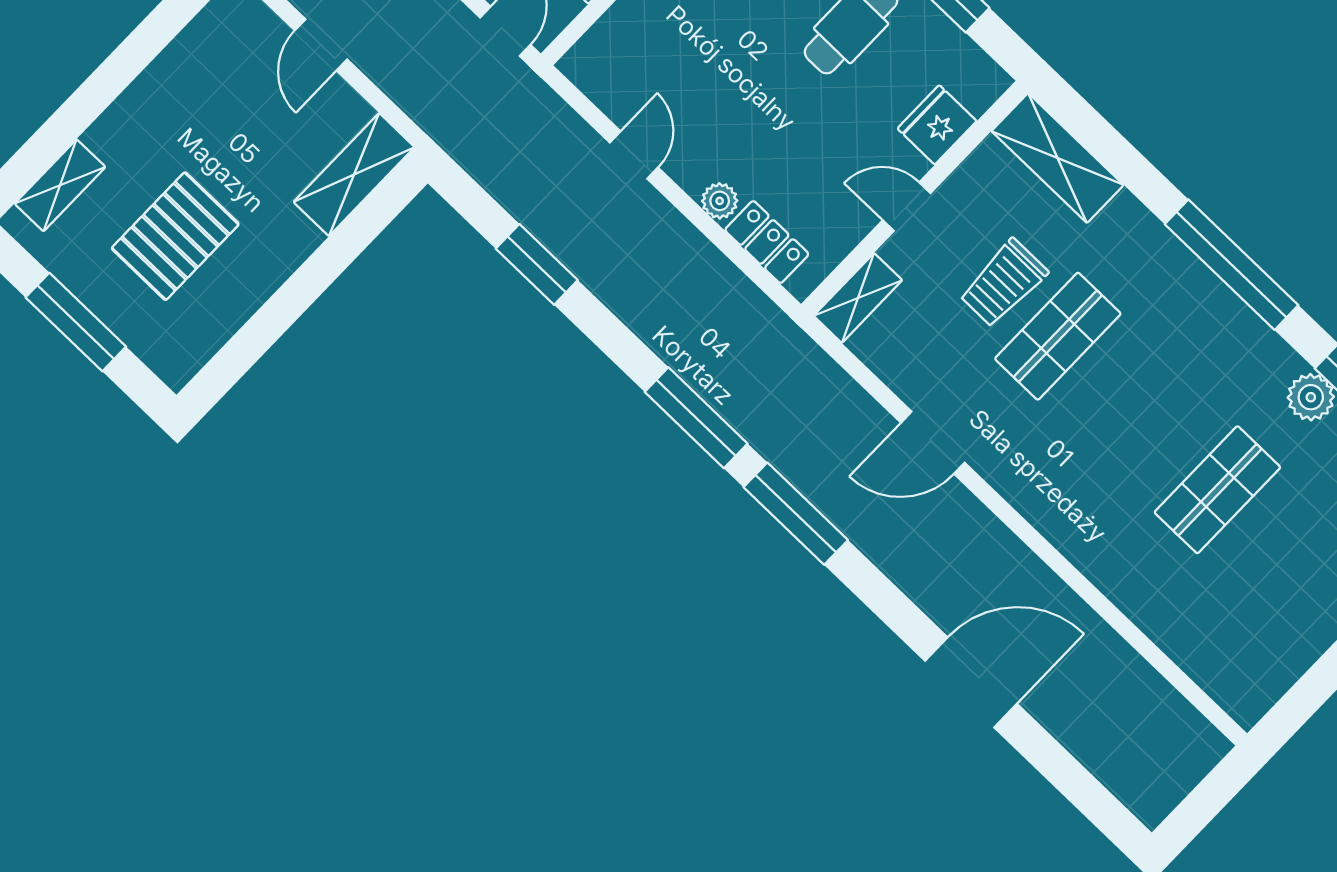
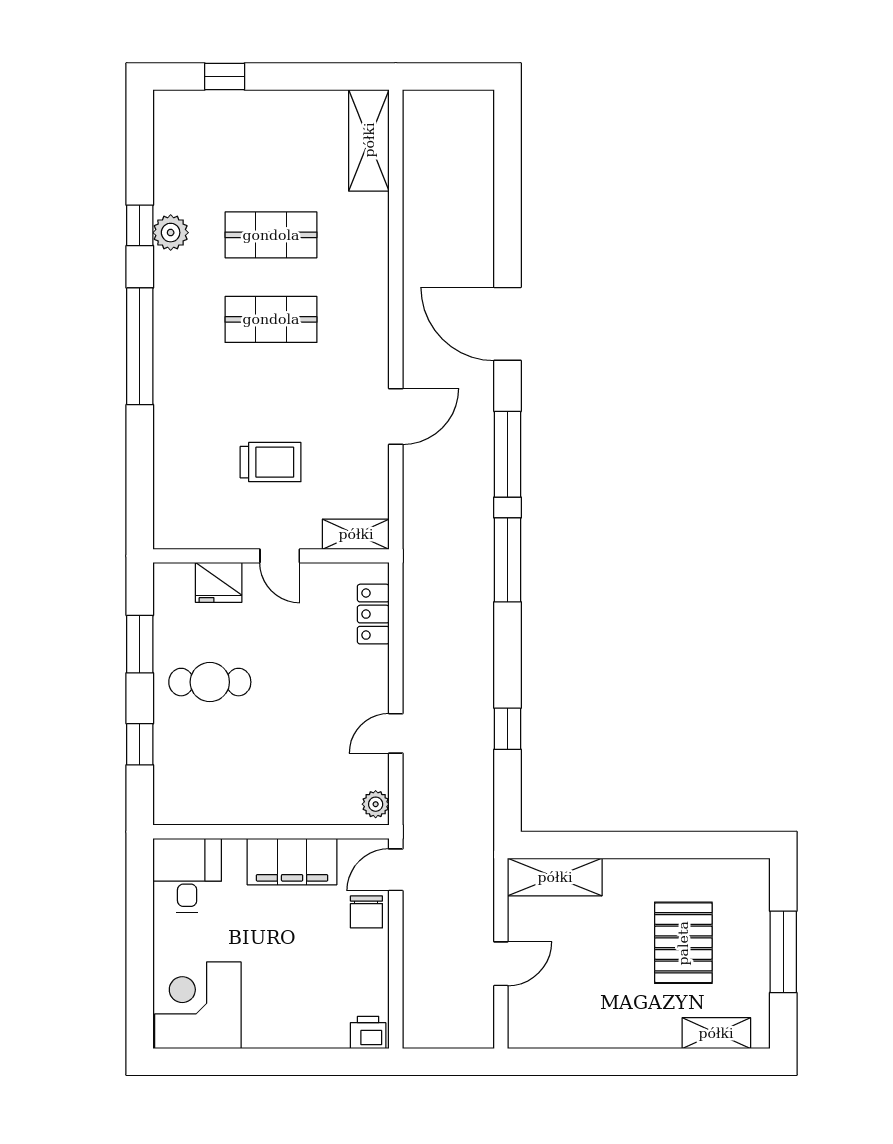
shelving: (1058, 158) -> (369, 140), moved
plant: (720, 201) -> (376, 804), moved
pallet: (175, 236) -> (683, 943), turned 90
window: (537, 264) -> (507, 729), width x0.67
shop shelf: (1058, 336) -> (271, 319), moved
door: (933, 443) -> (396, 416), hinge flipped
door: (971, 682) -> (507, 324), moved

